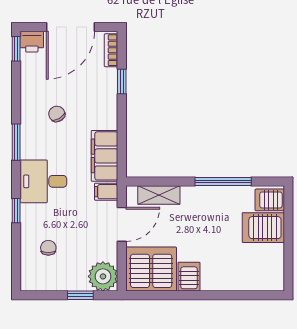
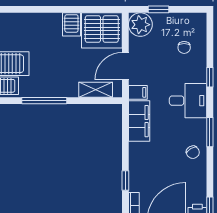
chair: (57, 114) -> (193, 152), moved

